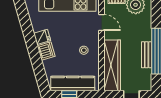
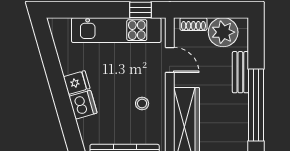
bench: (147, 55) -> (240, 72), moved

